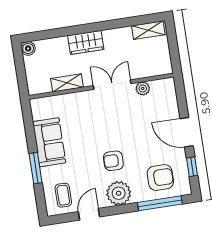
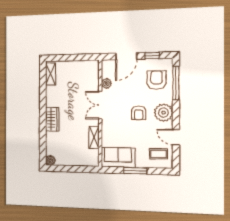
shelving: (67, 83) -> (94, 137), moved
double door: (112, 85) -> (100, 105), moved
wall: (101, 86) -> (100, 113), moved
plant: (143, 88) -> (106, 83), moved

